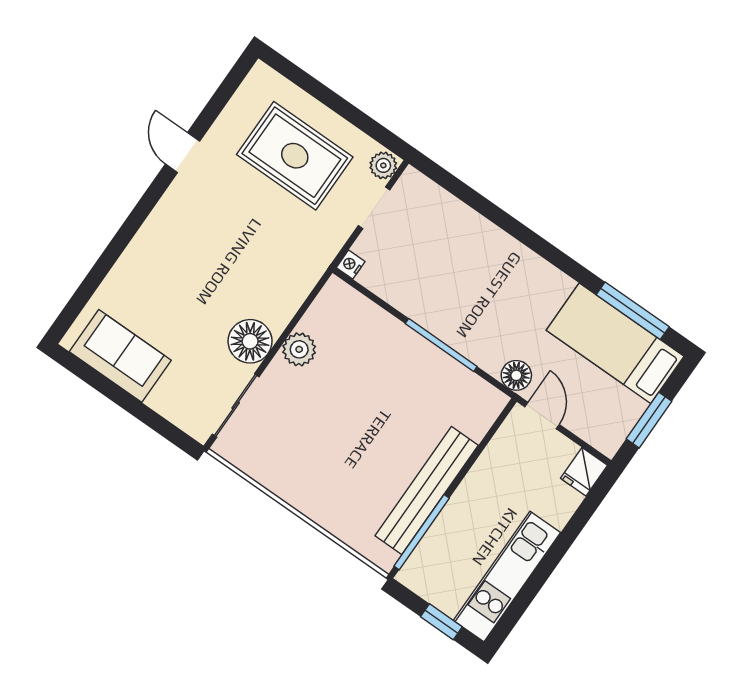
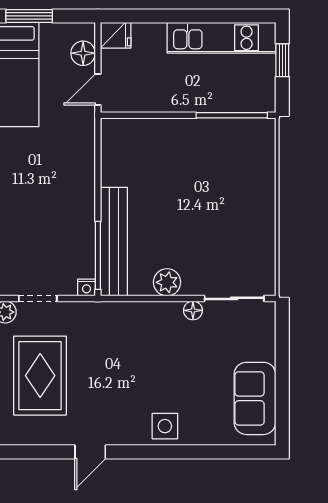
side table: (156, 246) -> (165, 426), added
floor lamp: (250, 341) -> (193, 310), width x0.53, depth x0.53
window: (441, 345) -> (98, 255), moved
floor lamp: (516, 375) -> (83, 53), moved
window: (649, 420) -> (29, 16), moved
bench: (427, 491) -> (114, 242), moved, turned 90

